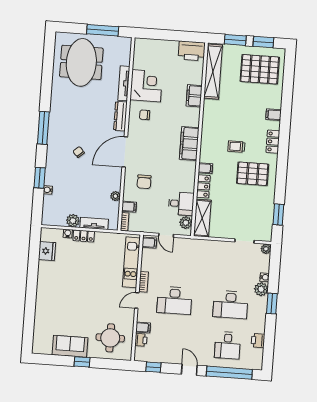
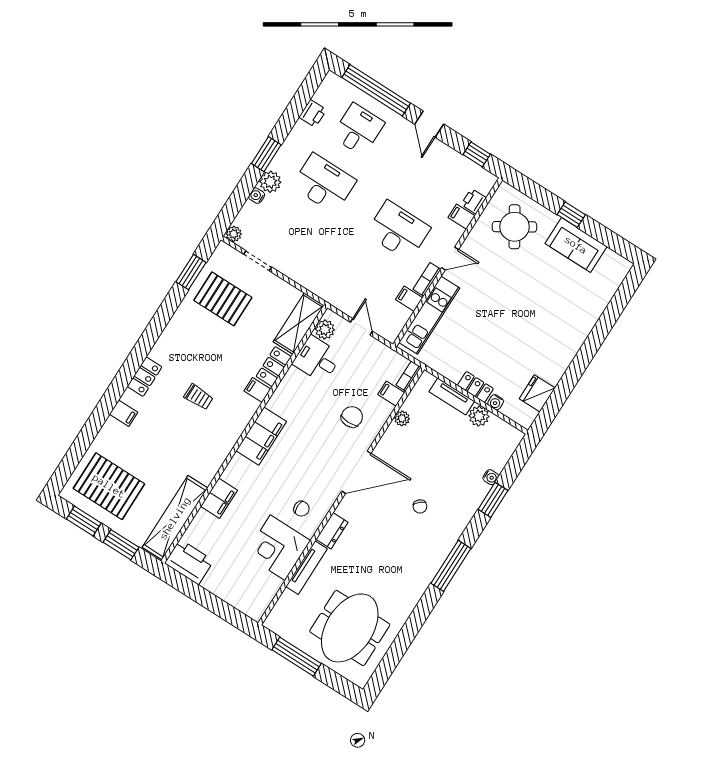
dresser: (120, 116) -> (332, 531), width x0.70
pallet: (253, 174) -> (223, 299), moved
filing cabinet: (149, 243) -> (409, 299), moved
round table: (110, 338) -> (514, 227), turned -32

